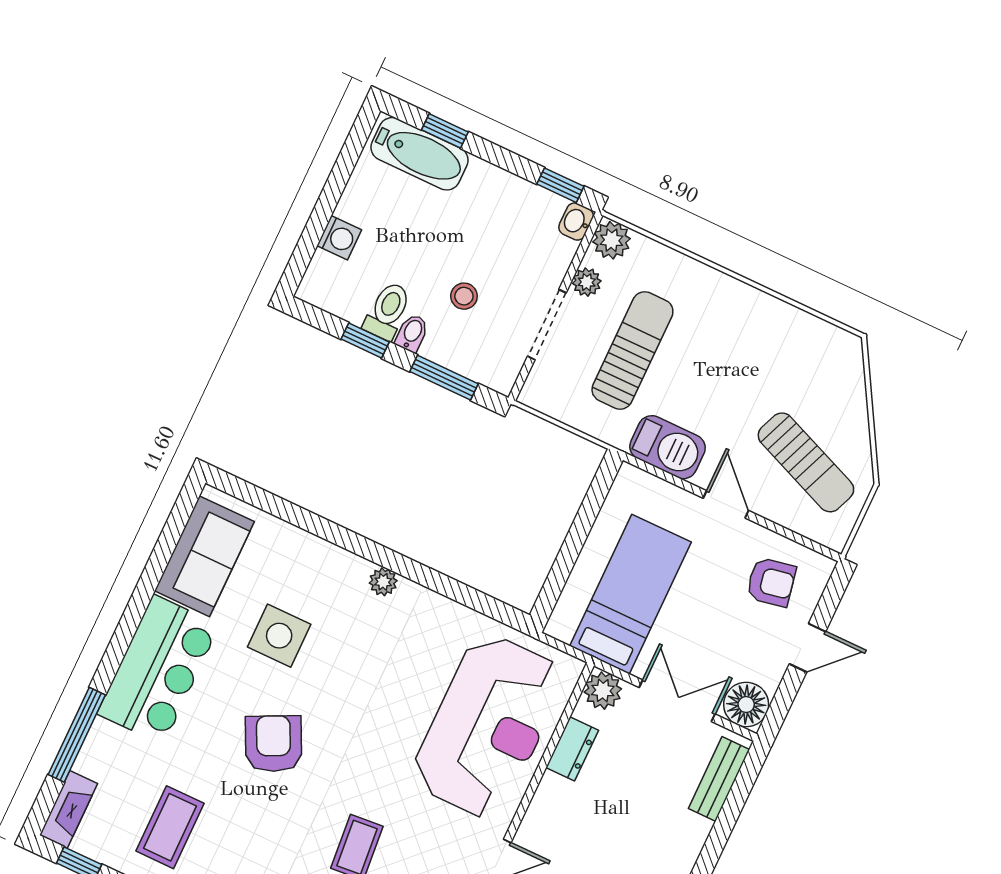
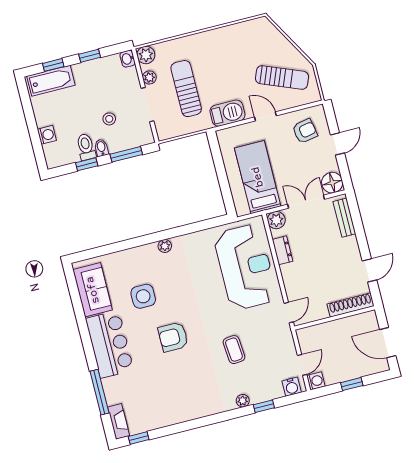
window: (560, 185) -> (90, 56), moved
armchair: (274, 744) -> (173, 337), turned -64
coffee table: (170, 827) -> (161, 398), removed

